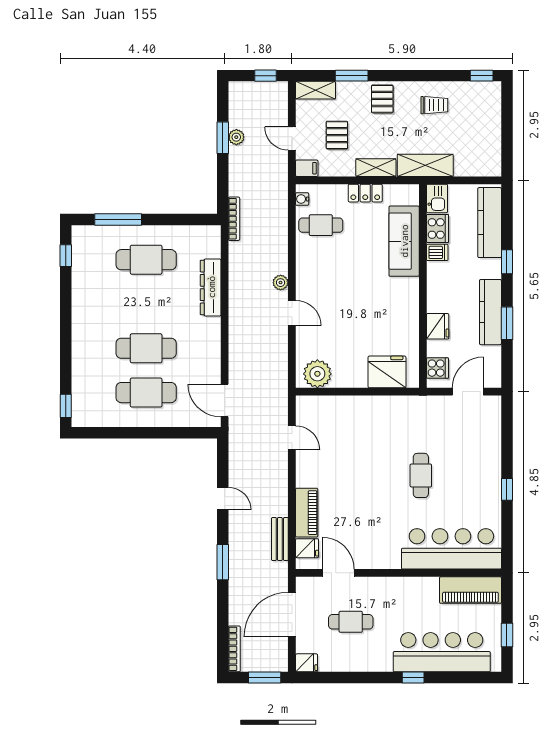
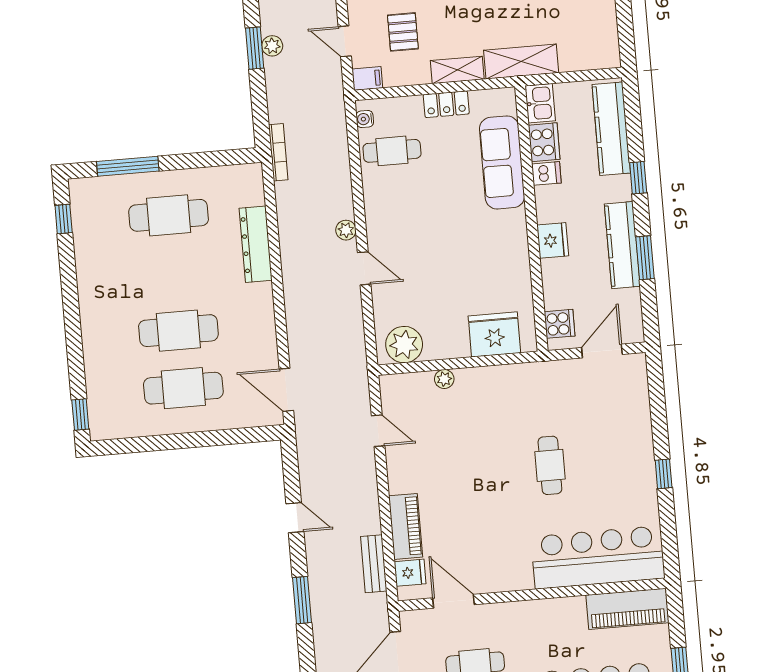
fridge: (438, 326) -> (553, 240), moved
plant: (346, 403) -> (444, 379), added

